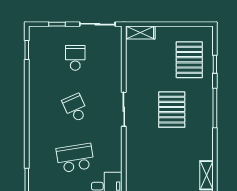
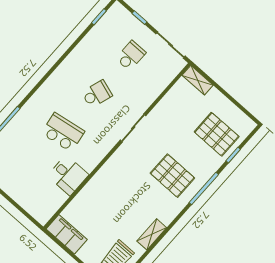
pallet: (189, 60) -> (217, 134), turned 90
school desk: (75, 108) -> (97, 94), turned 42
pallet: (172, 110) -> (172, 176), moved, turned 90

